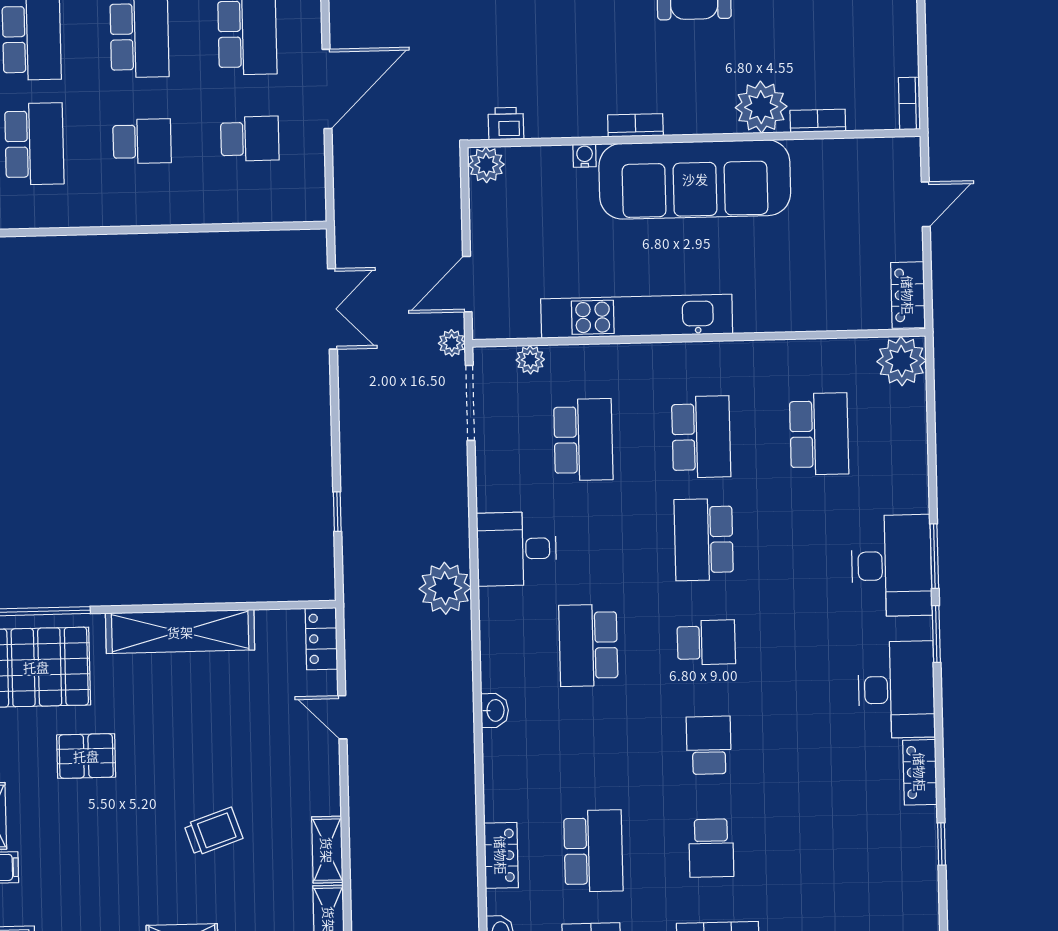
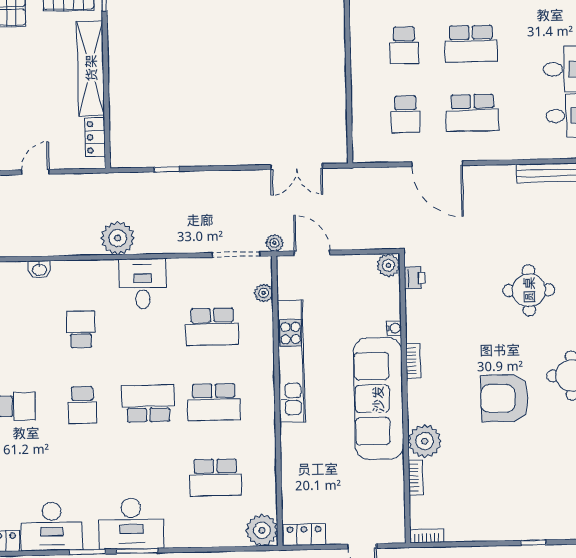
locker: (321, 639) -> (95, 137), moved, turned -90
school desk: (588, 645) -> (81, 329), width x0.54

